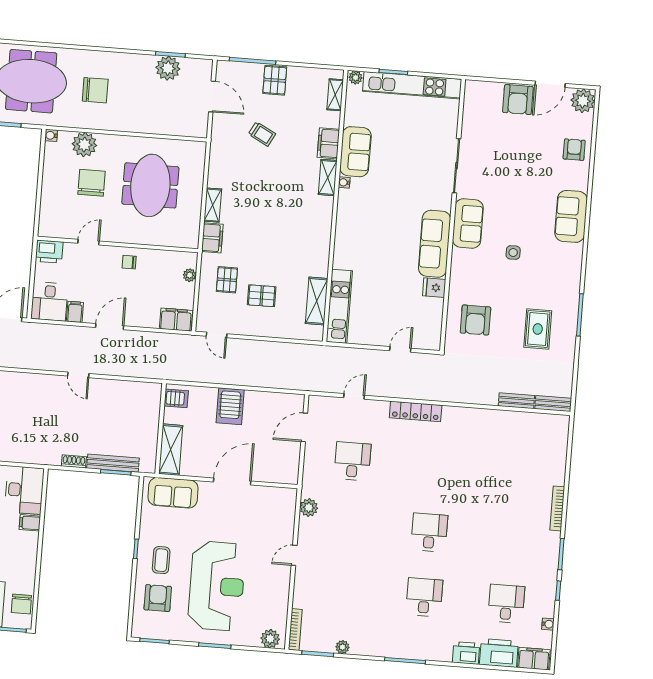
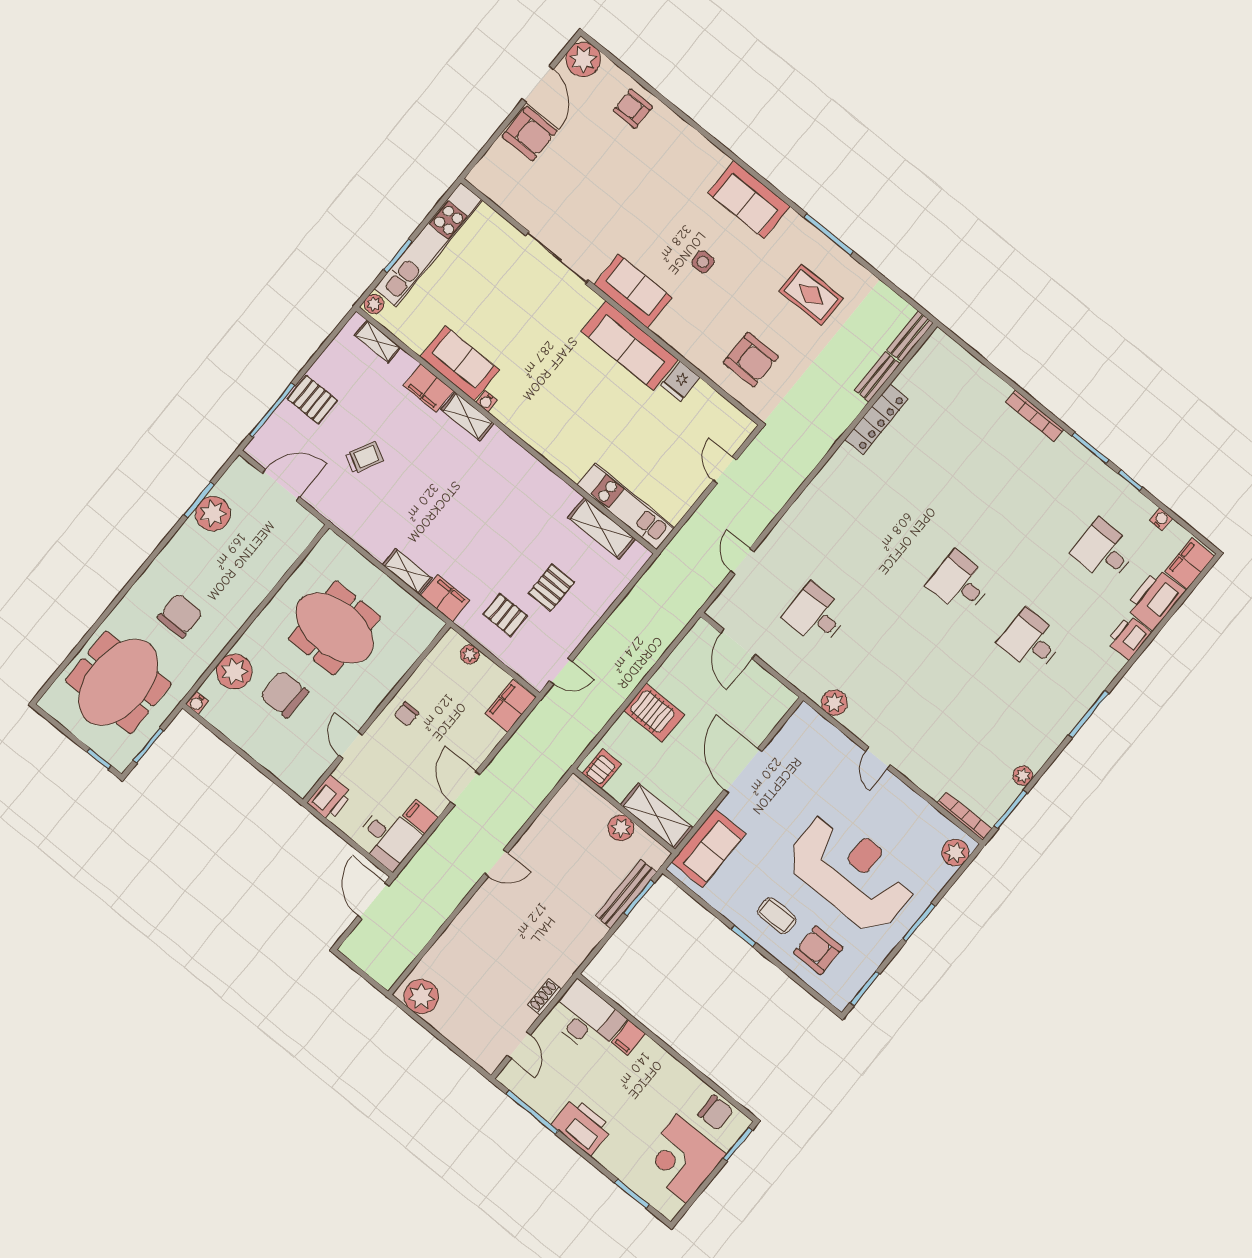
sofa: (571, 216) -> (749, 200), moved
locker: (416, 412) -> (876, 419), moved
plant: (149, 434) -> (621, 828), added
shoe rack: (74, 461) -> (545, 997), moved

